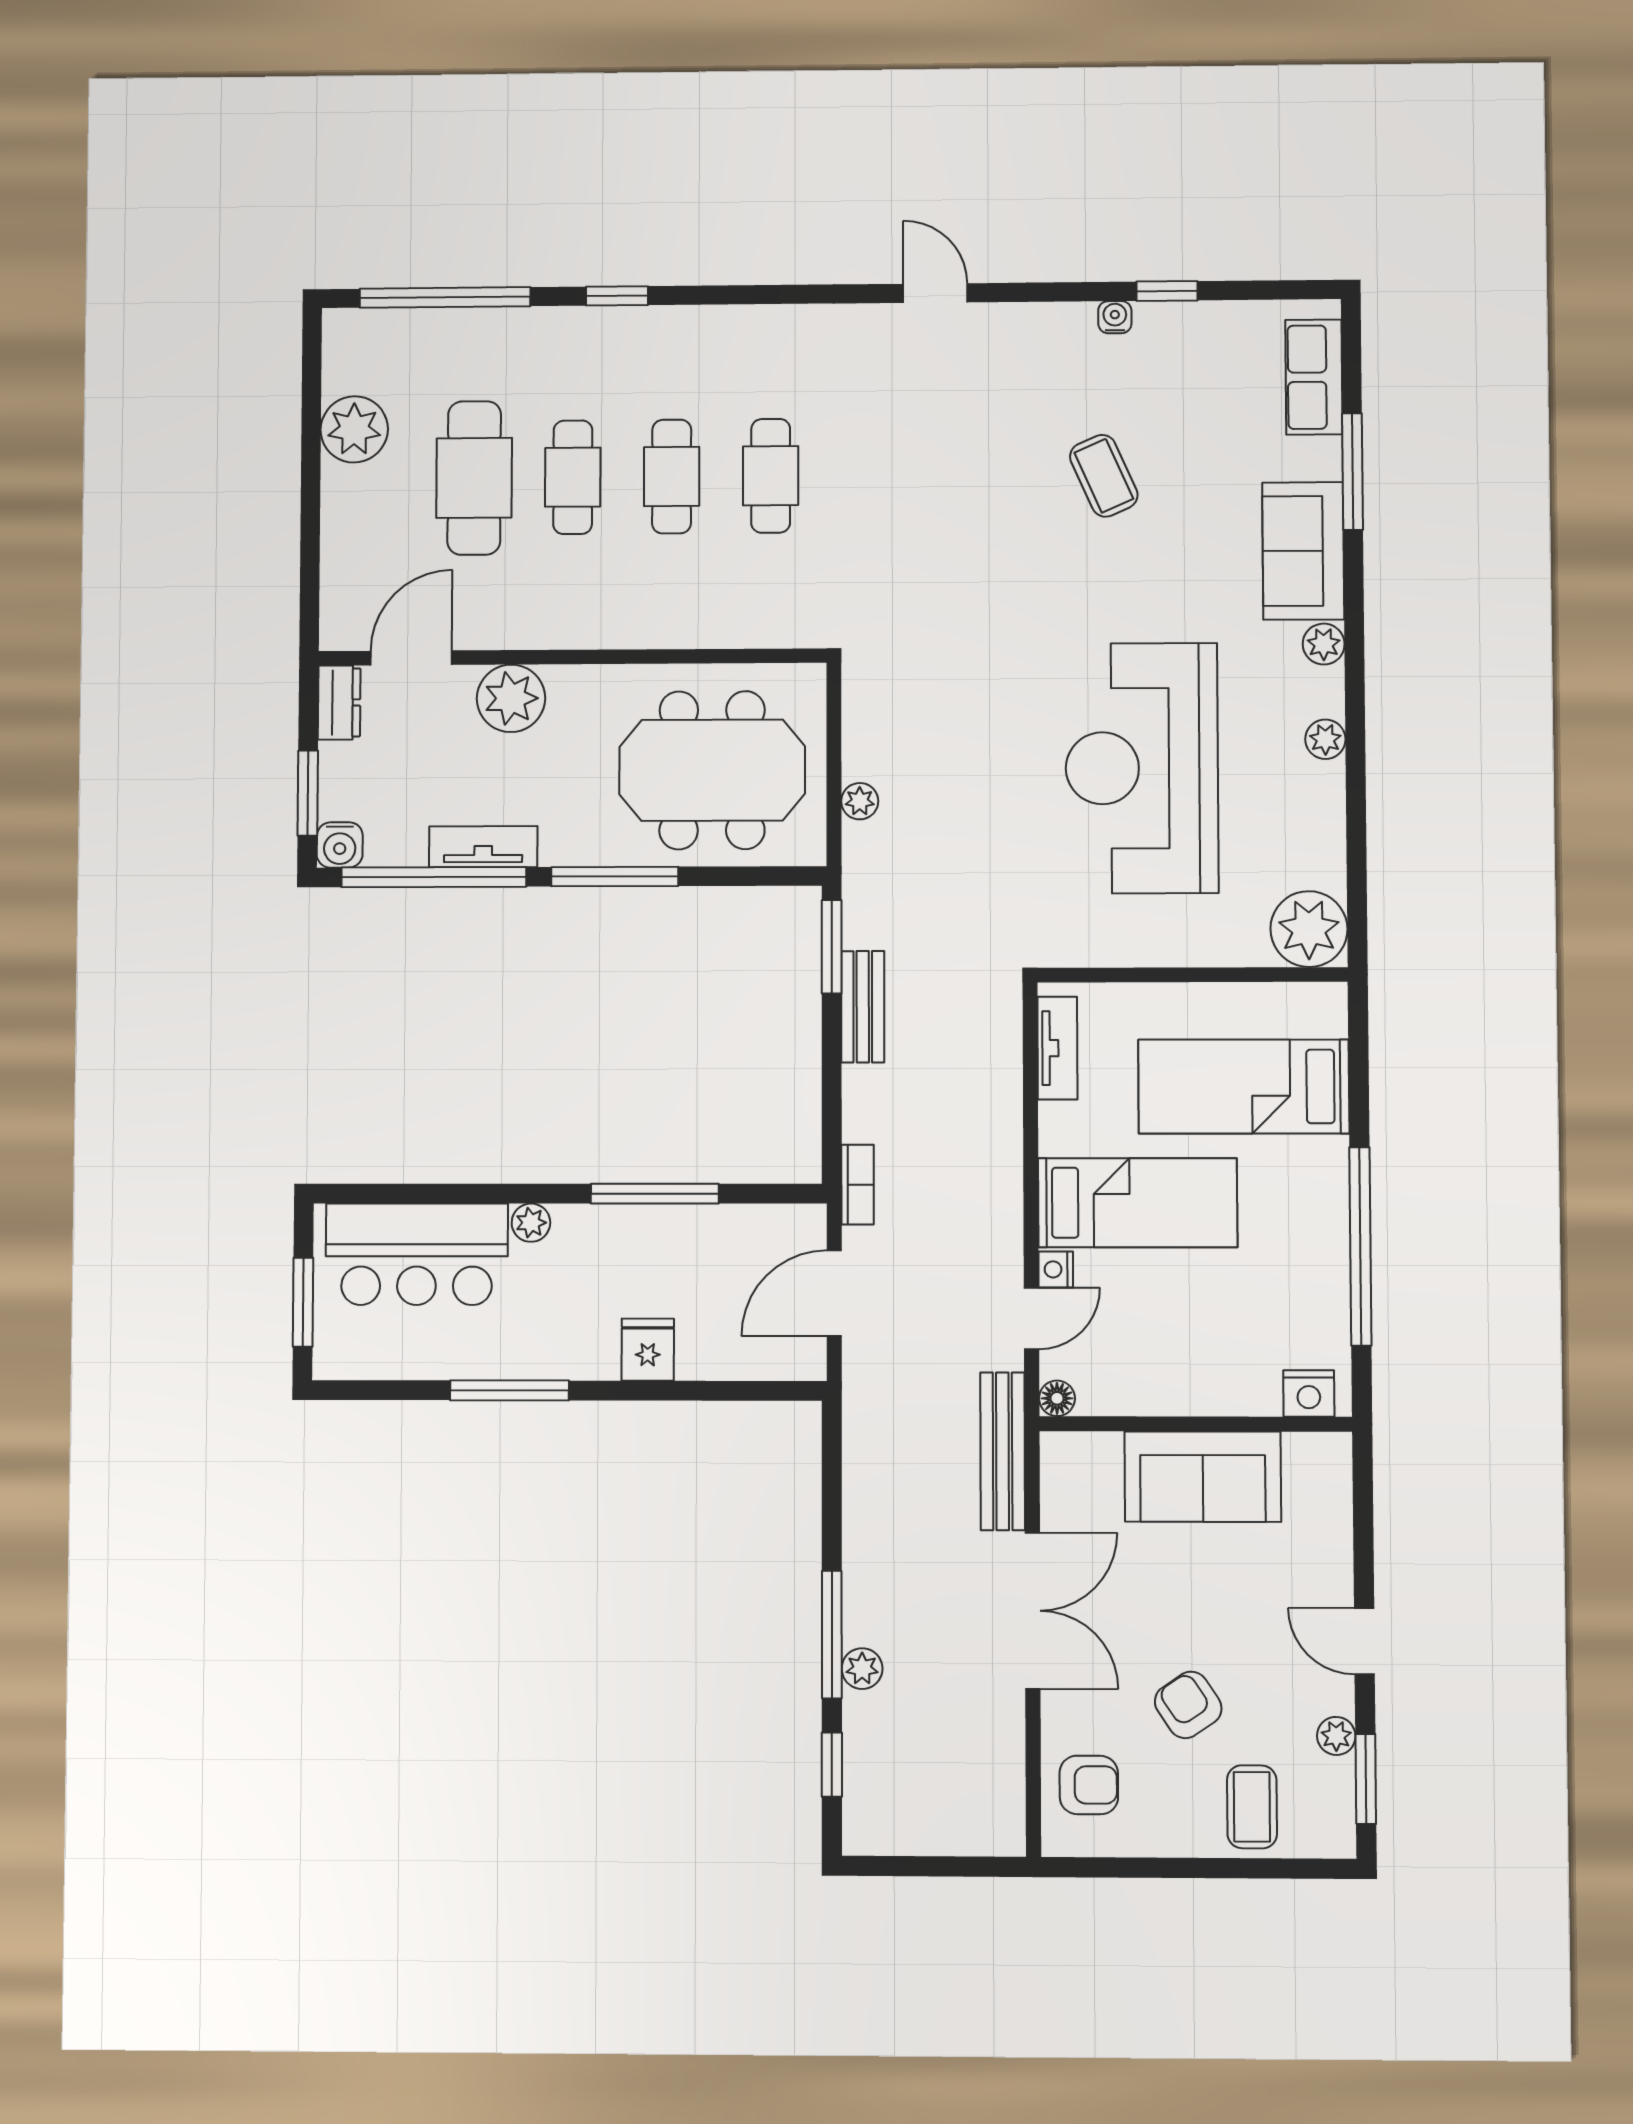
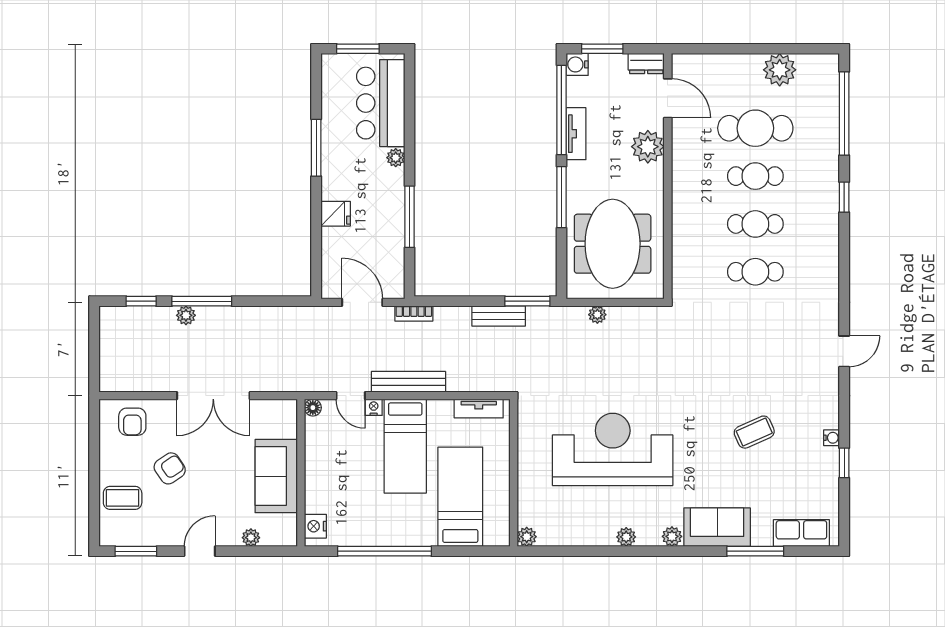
plant: (1309, 929) -> (527, 537), width x0.53, depth x0.53
bench: (1003, 1451) -> (408, 382), moved
plant: (1336, 1736) -> (251, 538), moved

